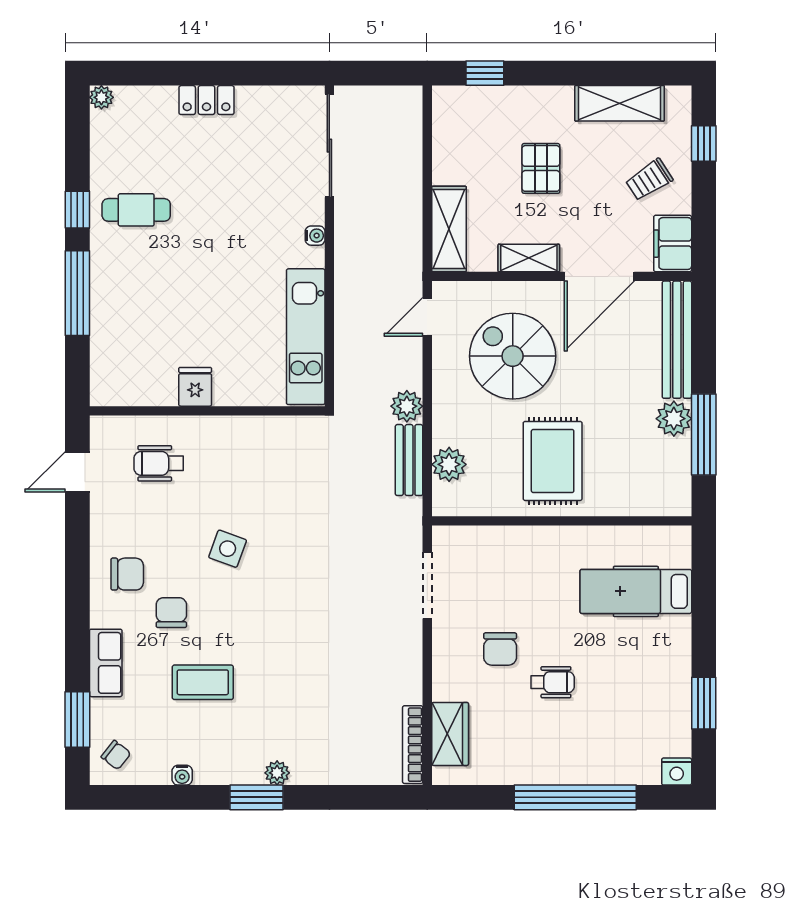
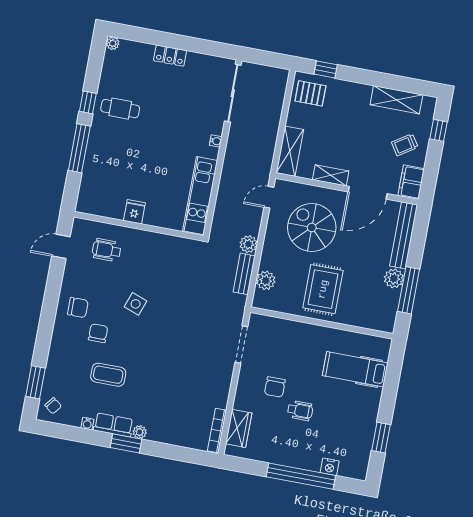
pallet: (541, 168) -> (310, 93), moved, turned 90
row of seats: (106, 663) -> (113, 425), moved, turned -90
nightstand: (677, 772) -> (330, 467), moved

